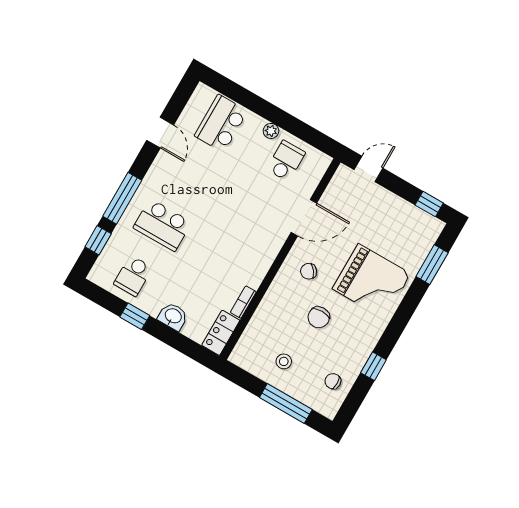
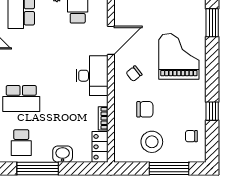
desk: (259, 246) -> (92, 76), added
grand piano: (372, 281) -> (179, 56), turned -90
window: (135, 316) -> (38, 168), width x2.17
chair: (319, 317) -> (145, 109), moved, turned -90
stool: (284, 361) -> (152, 142), width x1.89, depth x1.89

